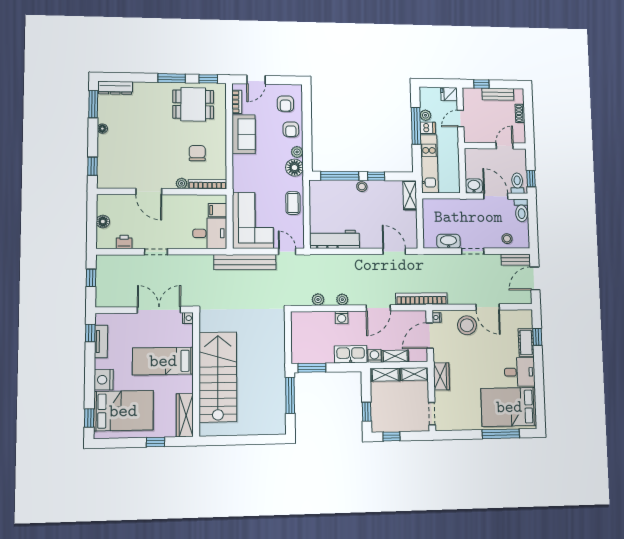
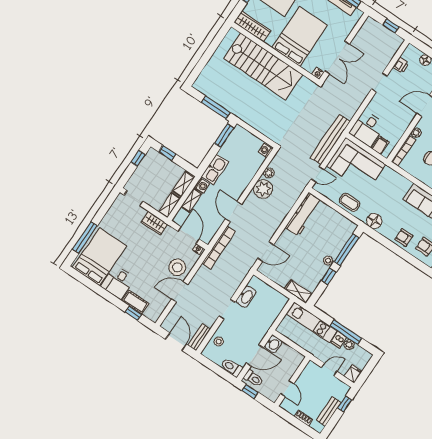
door: (461, 119) -> (329, 370), hinge flipped
plant: (297, 152) -> (384, 231), removed
plant: (342, 300) -> (263, 189), width x1.88, depth x1.88
washing machine: (342, 317) -> (265, 150), moved
bed: (163, 361) -> (300, 36), width x1.50

